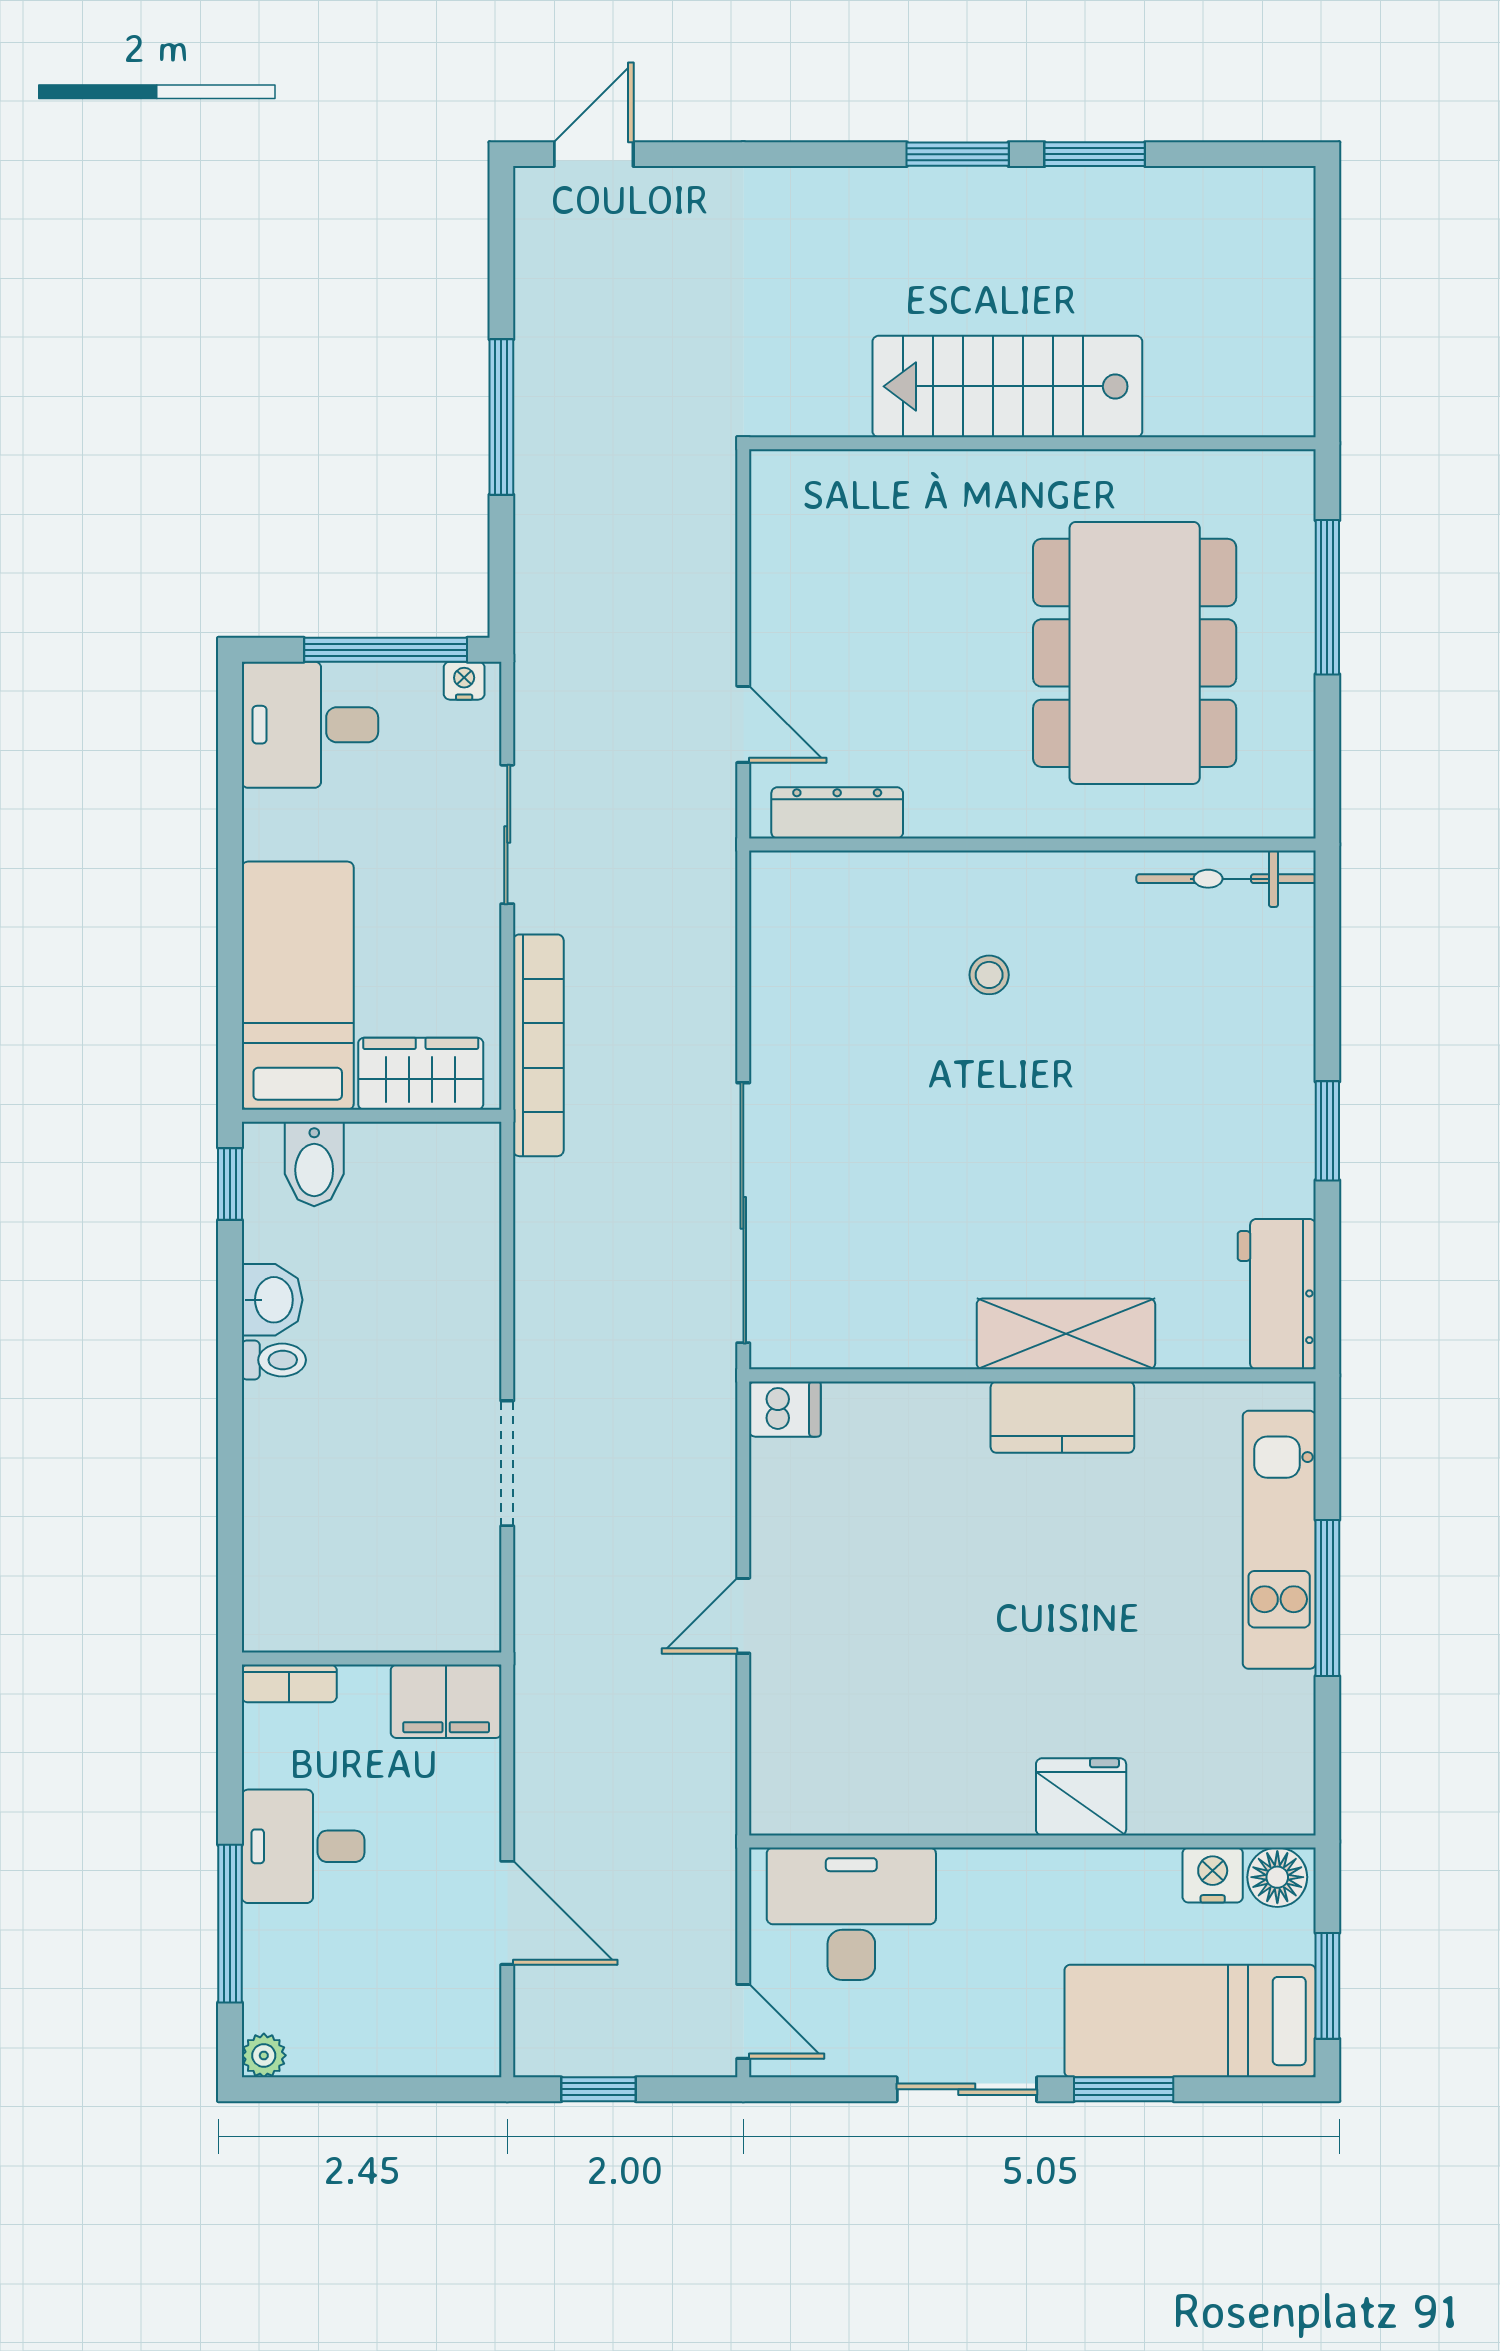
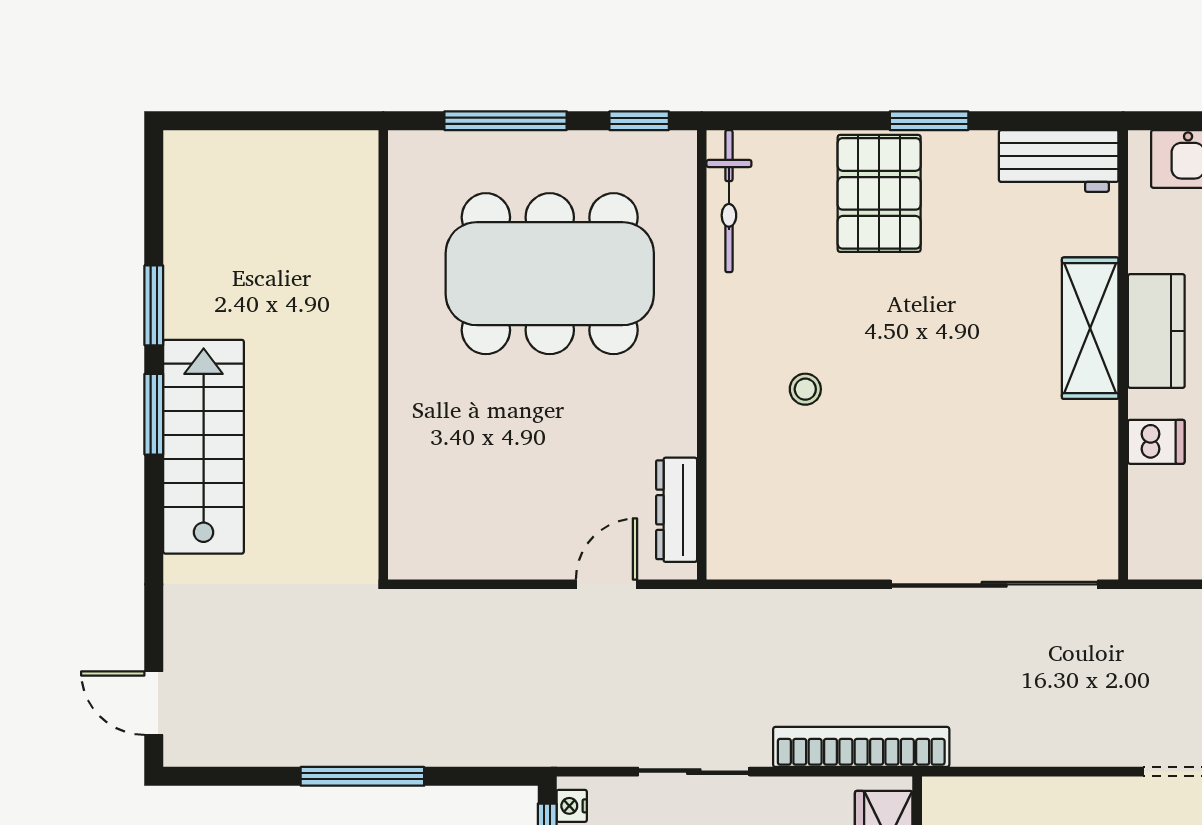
stairs: (1007, 386) -> (204, 447), moved, turned 180
window: (1327, 766) -> (639, 121), added
pallet: (1236, 1068) -> (879, 193), added
dishwasher: (785, 1409) -> (1156, 442), moved, turned 90

